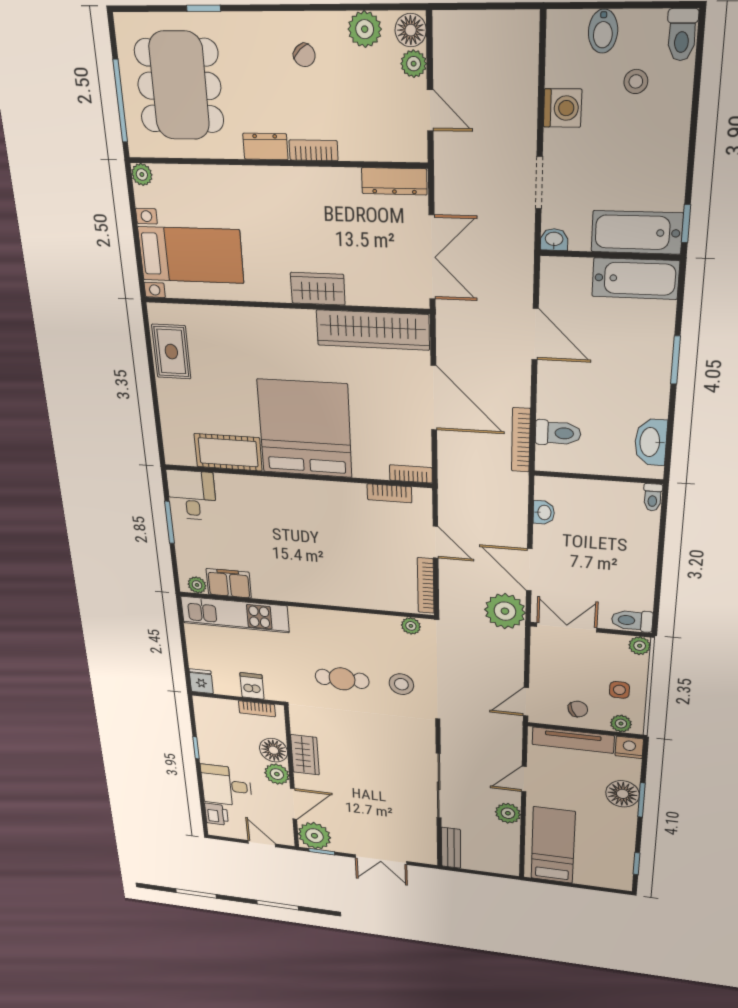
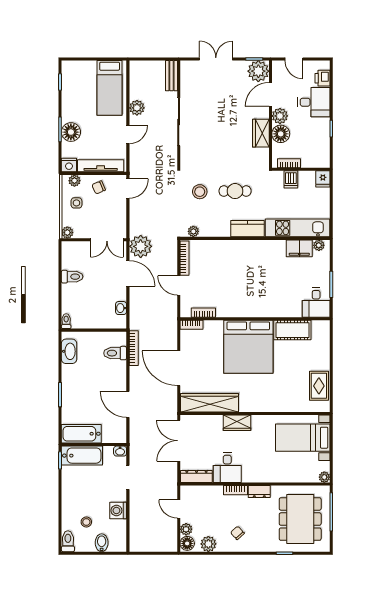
desk: (332, 198) -> (227, 468), added
kitchen counter: (318, 621) -> (247, 229), added
toilet: (632, 621) -> (72, 277), moved

